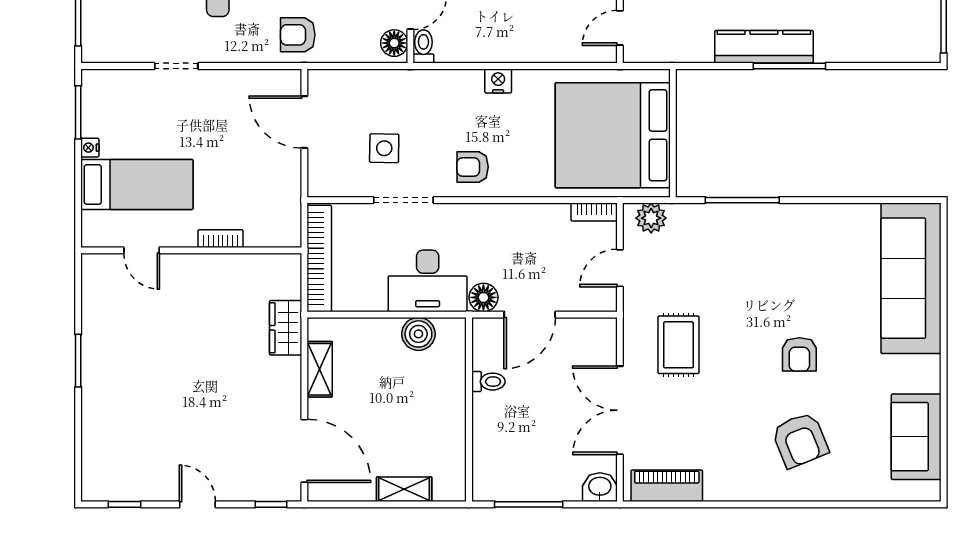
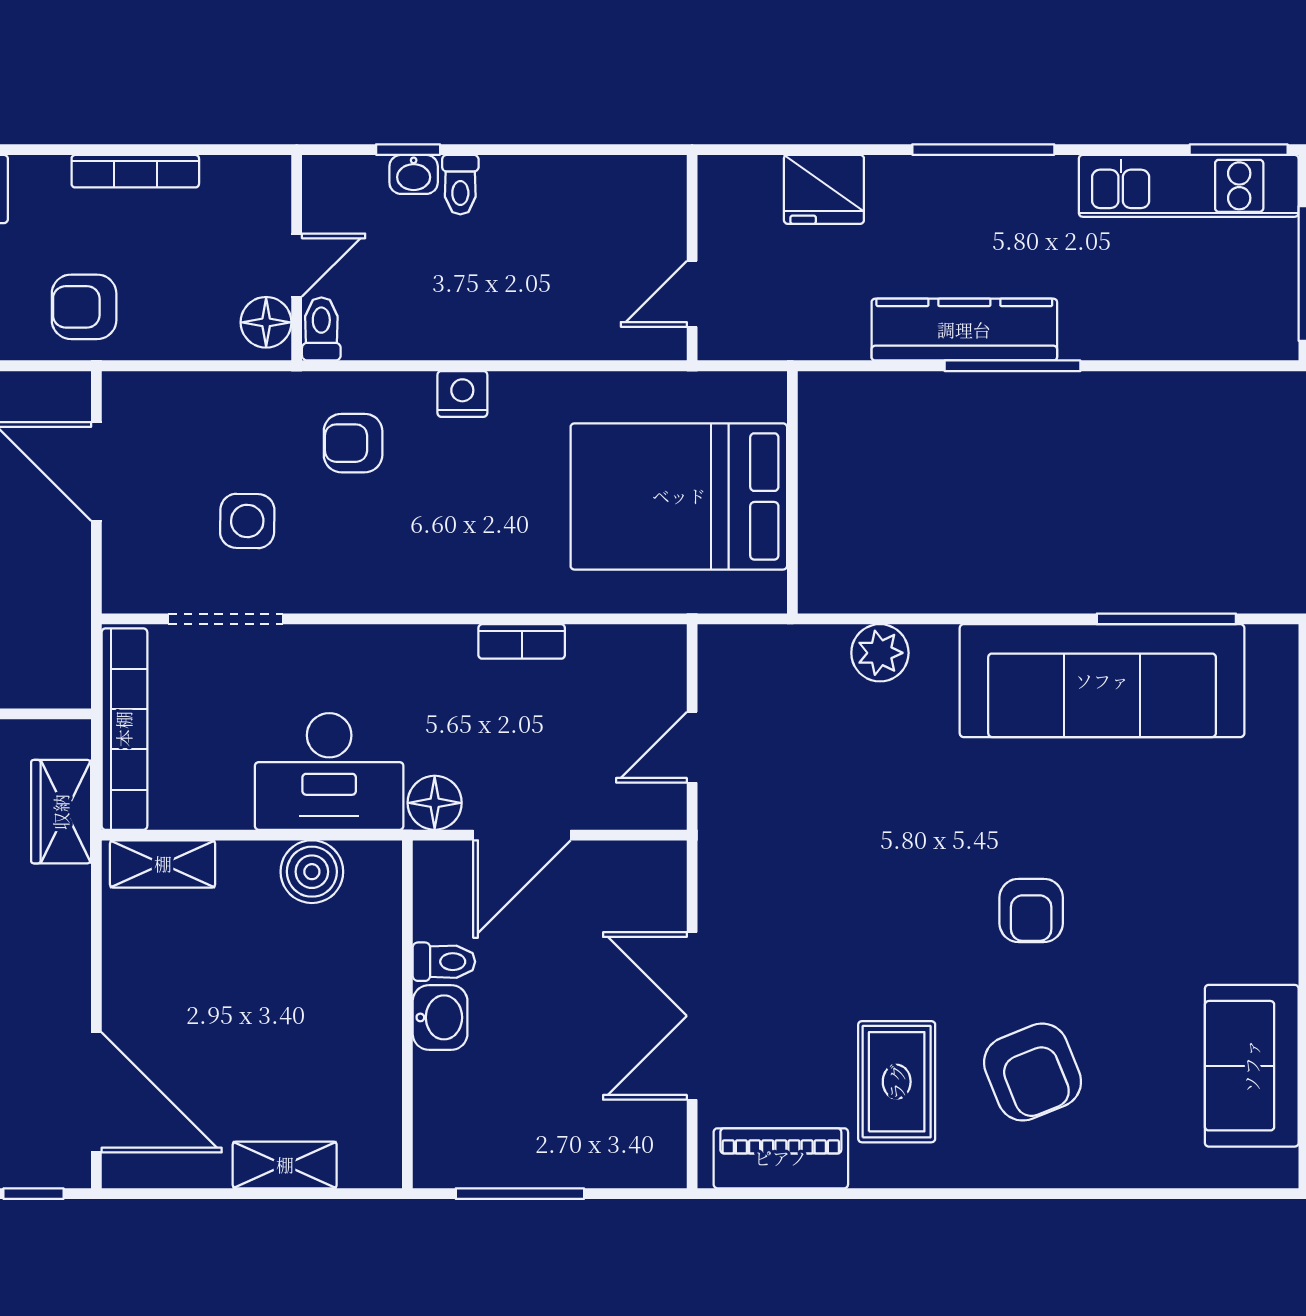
bed: (613, 135) -> (679, 496), width x0.73
armchair: (473, 167) -> (353, 443), moved
doorway: (403, 200) -> (225, 619), moved
window: (742, 200) -> (1166, 619), moved
bookcase: (594, 212) -> (522, 641), moved
plant: (651, 218) -> (880, 653), moved
sofa: (911, 278) -> (1102, 681), moved, turned -90
wardrobe: (286, 328) -> (61, 812), moved
rug: (678, 345) -> (897, 1082), moved
shelving: (320, 369) -> (163, 864), moved, turned 90
washbasin: (600, 487) -> (440, 1017), moved, turned 90

